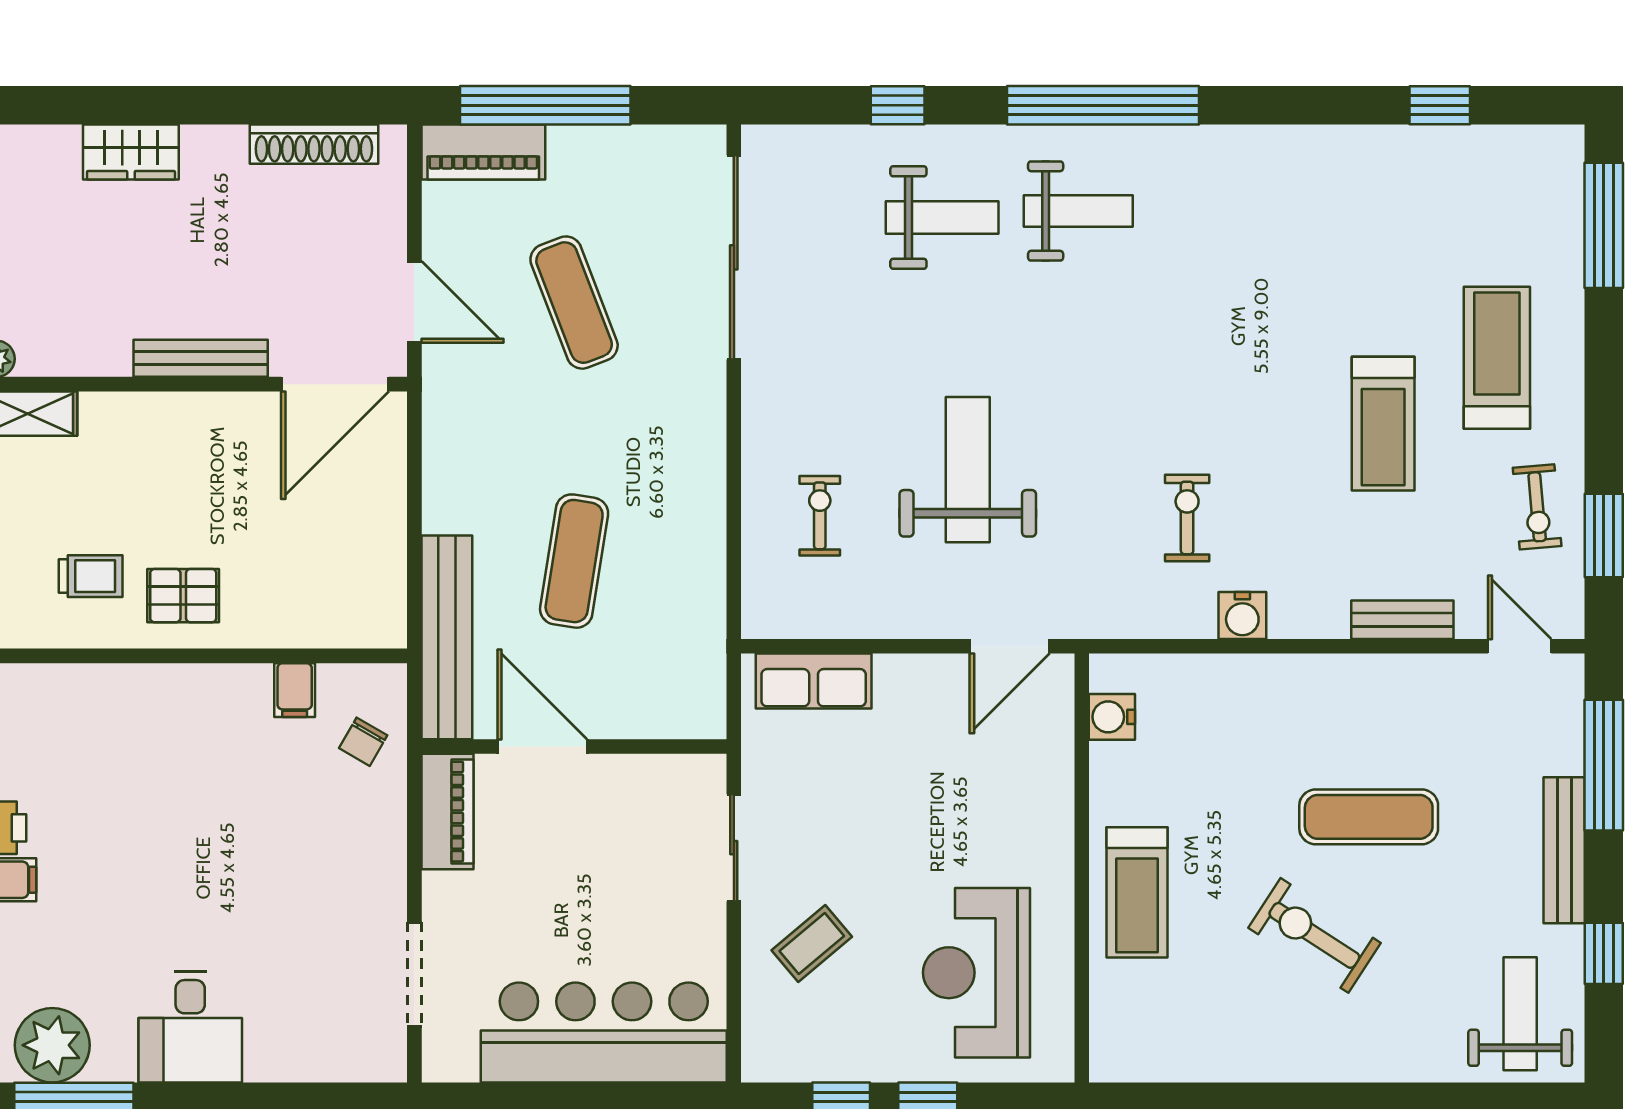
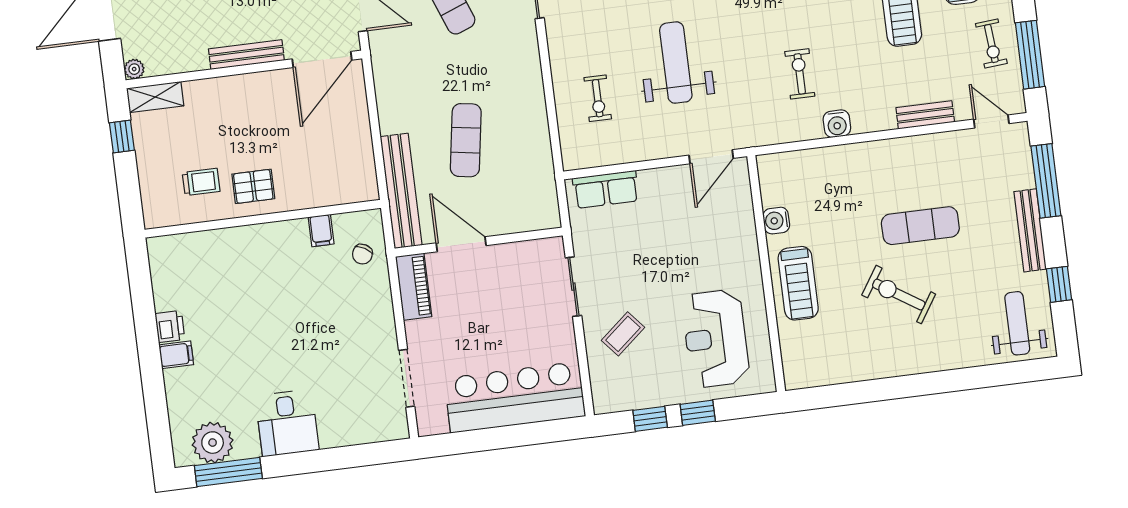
exercise bike: (820, 516) -> (598, 98), turned 180
window: (1604, 536) -> (1030, 55), width x1.44
water cooler: (1112, 717) -> (776, 221), moved

